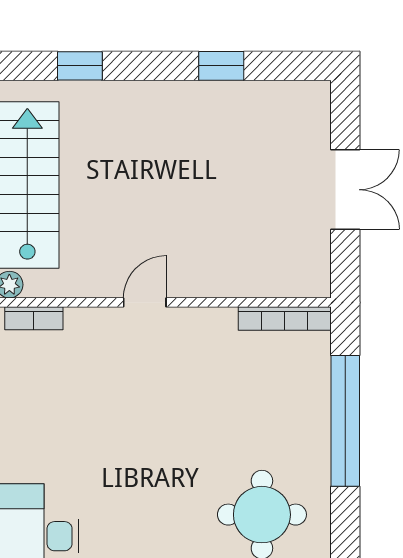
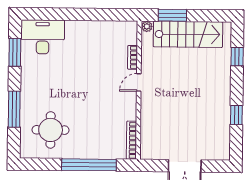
door: (145, 302) -> (139, 82), swing flipped
bookcase: (34, 318) -> (133, 57), moved

